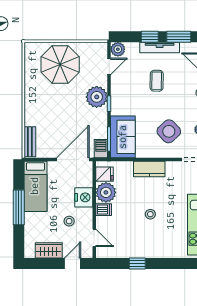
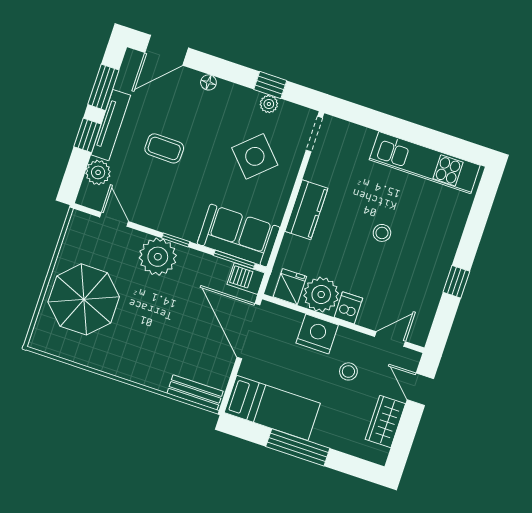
plant: (118, 49) -> (98, 172), moved

